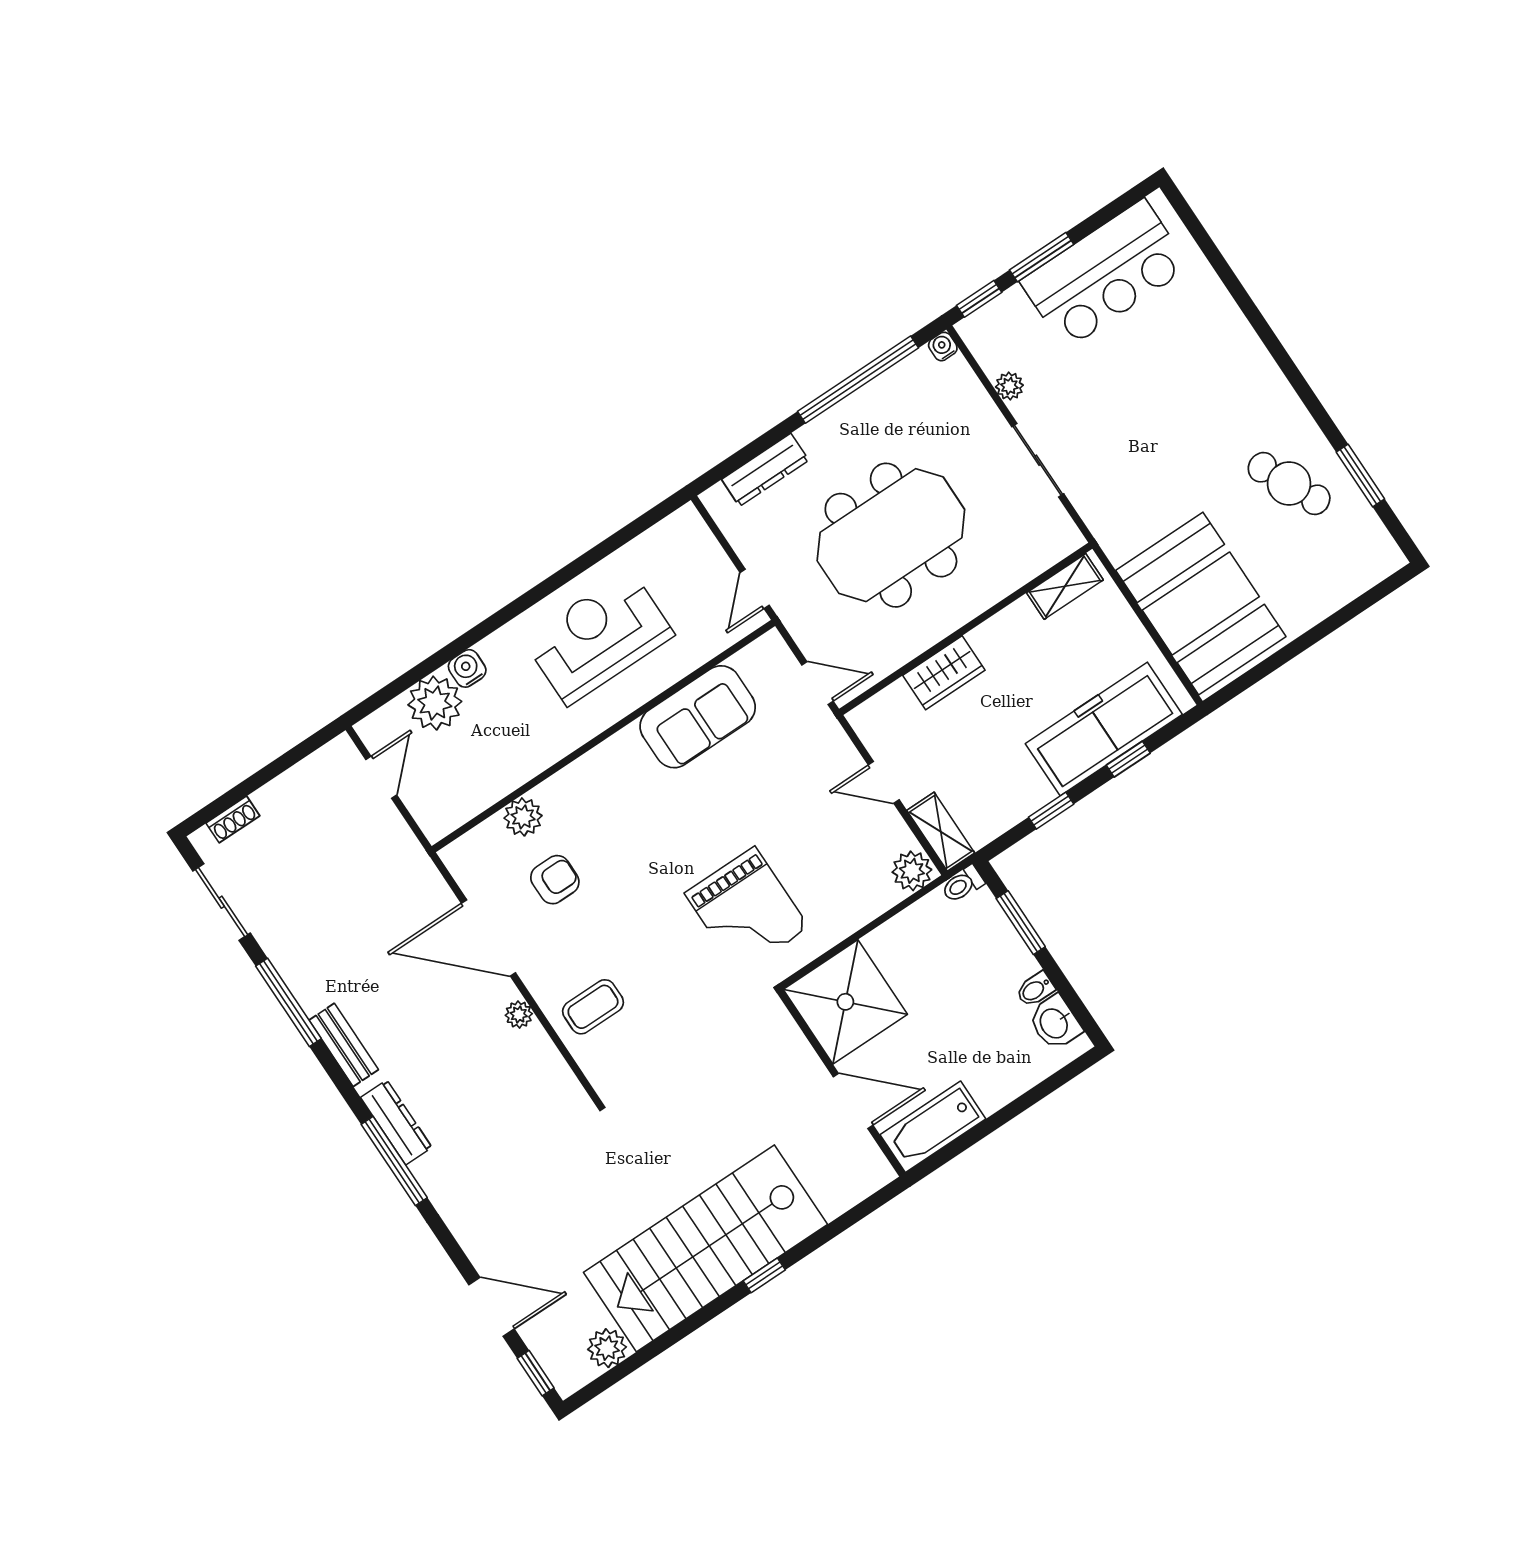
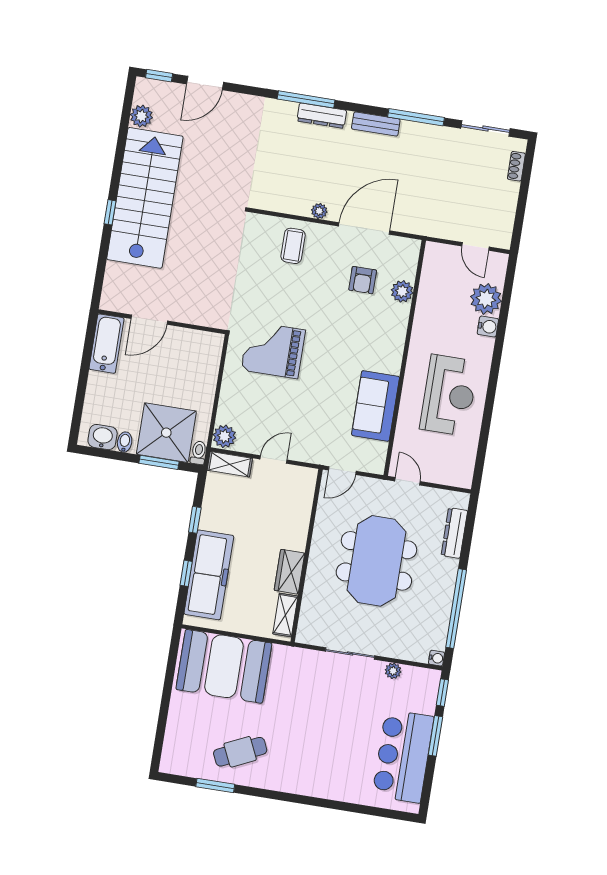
wardrobe: (944, 673) -> (289, 572), moved
shower: (845, 1002) -> (166, 433), moved

